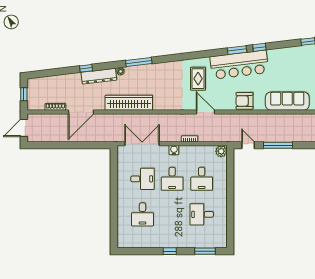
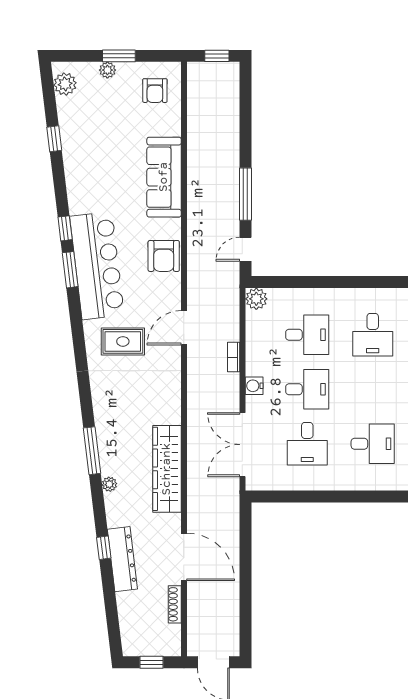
dresser: (99, 76) -> (122, 559), moved
desk: (142, 179) -> (307, 444), turned 180

